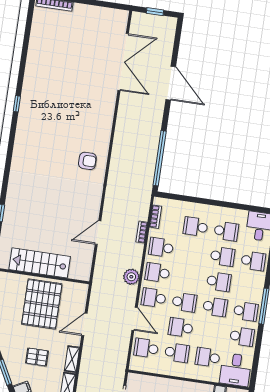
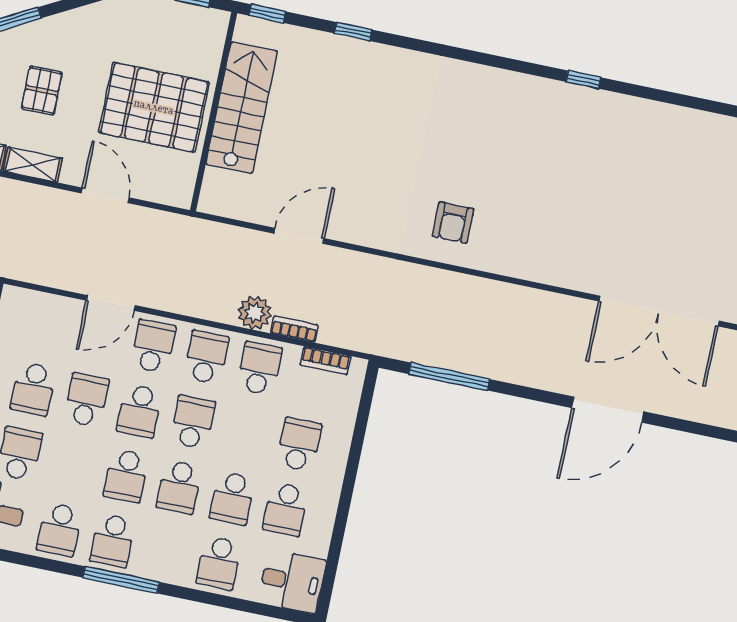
window: (160, 158) -> (449, 377), width x0.68
door: (98, 233) -> (299, 236), hinge flipped
plant: (131, 277) -> (255, 313), moved
school desk: (146, 348) -> (193, 422), moved

